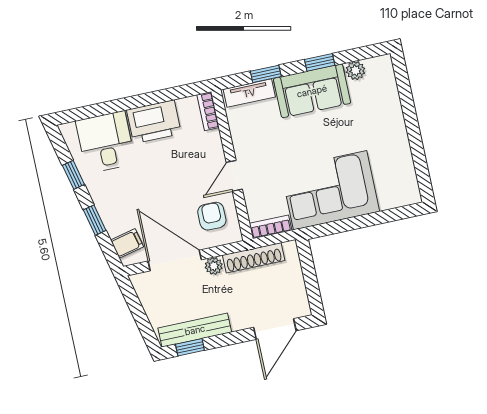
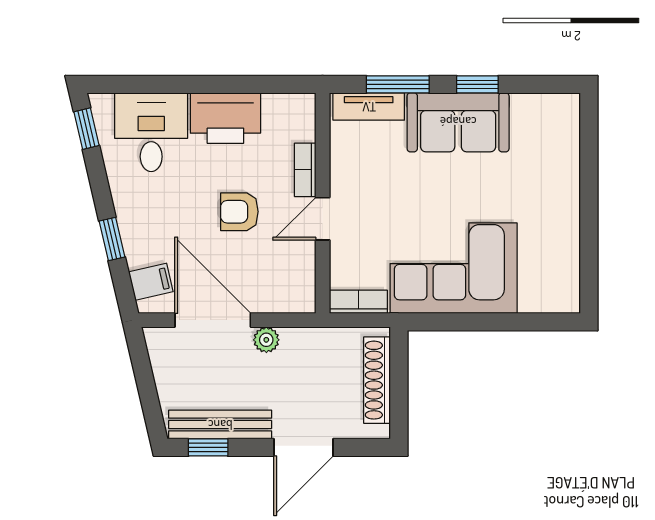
plant: (355, 70) -> (526, 107), removed
window: (266, 74) -> (398, 84), width x1.50
bookcase: (208, 111) -> (305, 170), moved
window: (73, 175) -> (86, 129), moved
armchair: (212, 216) -> (239, 212), moved, turned -90
shoe rack: (254, 258) -> (377, 380), moved, turned 90
door: (275, 329) -> (303, 447), moved

